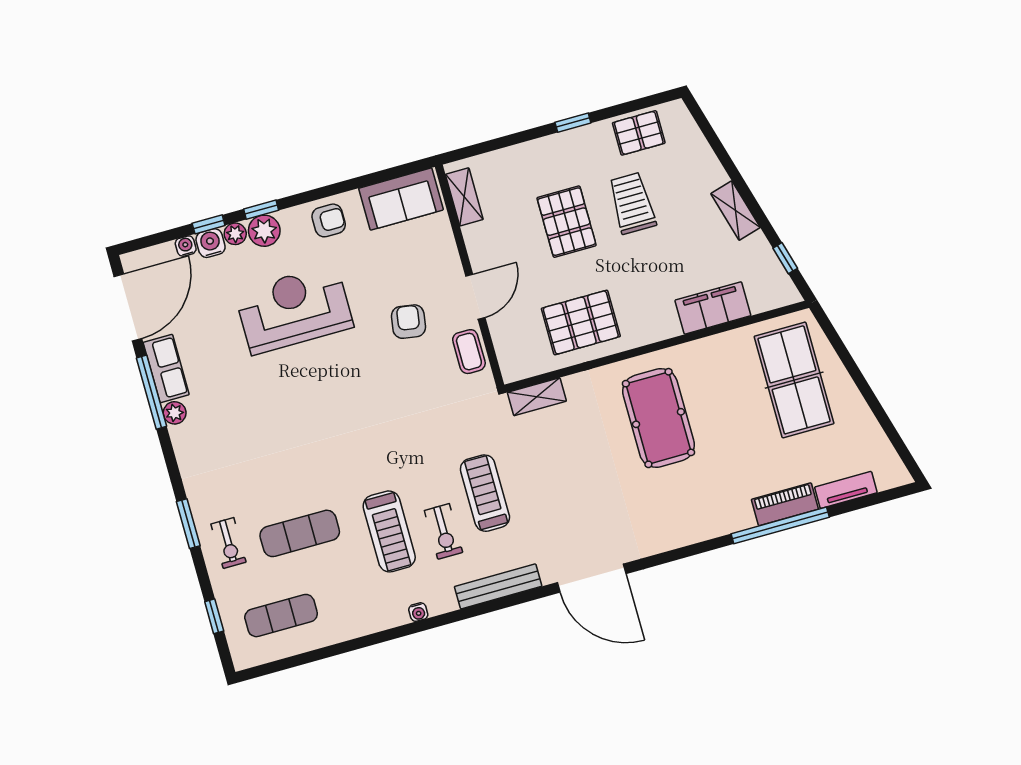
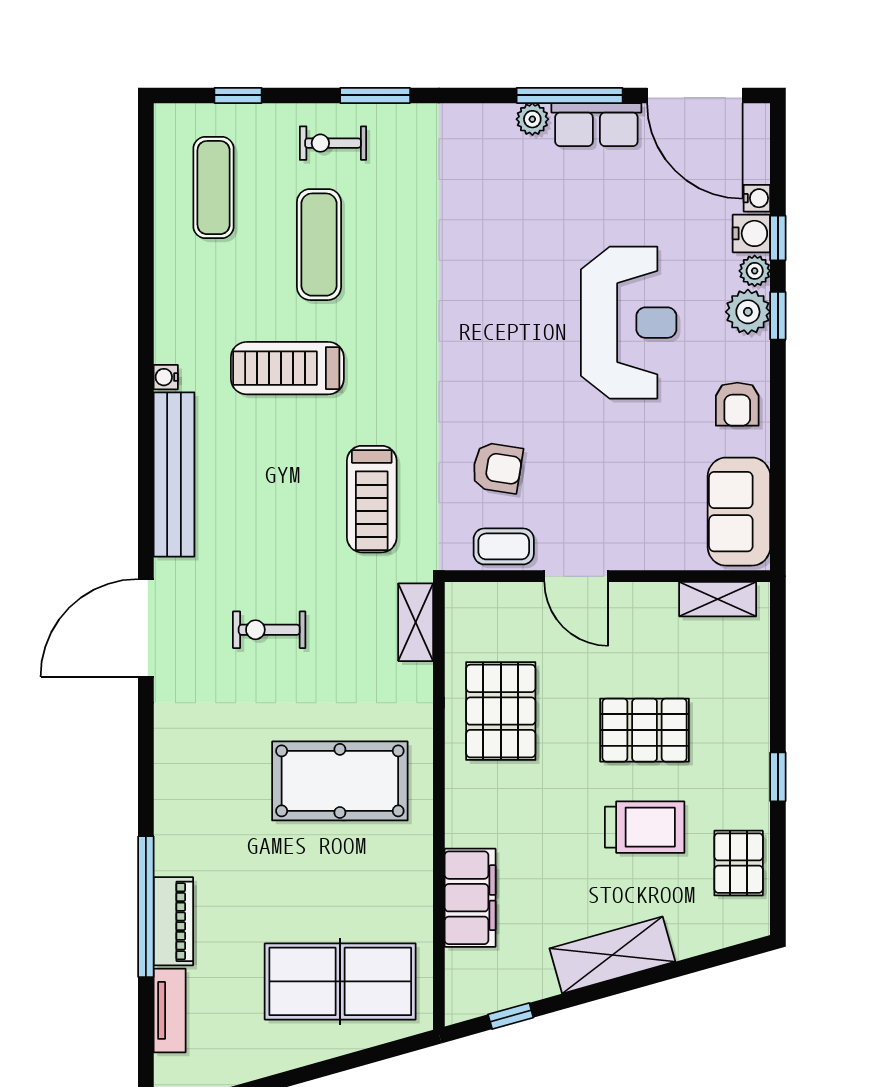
shelving: (735, 211) -> (612, 955), width x1.50, depth x1.33
armchair: (408, 322) -> (497, 468), moved
treadmill: (485, 493) -> (372, 499), moved, turned 90
exercise bike: (444, 531) -> (269, 630), moved
bench: (498, 586) -> (174, 474), width x1.37, depth x1.21

